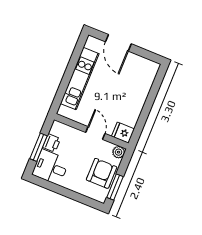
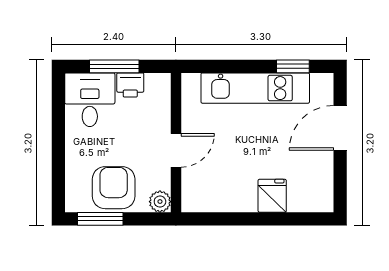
window: (76, 54) -> (293, 66), added
fridge: (123, 133) -> (272, 196), moved
armchair: (102, 173) -> (114, 188), turned -90

